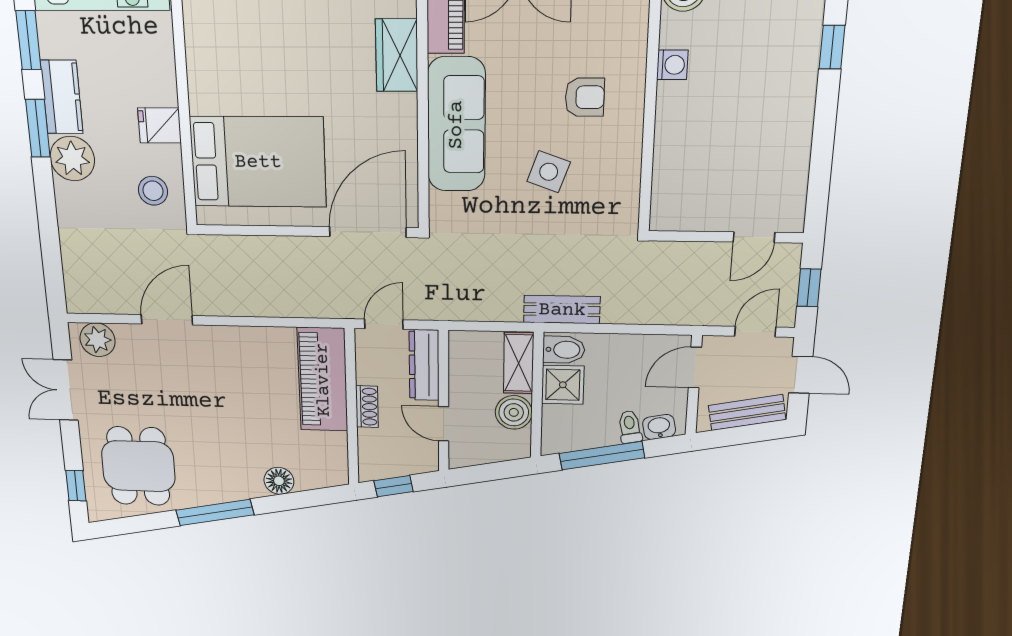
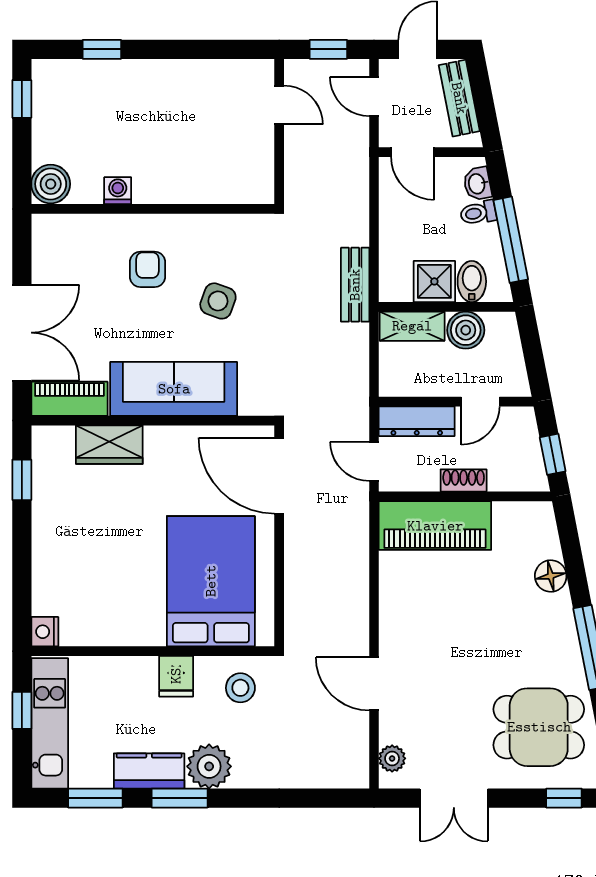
plant: (98, 340) -> (392, 758), width x0.73, depth x0.73
bidet: (564, 350) -> (472, 281), moved

